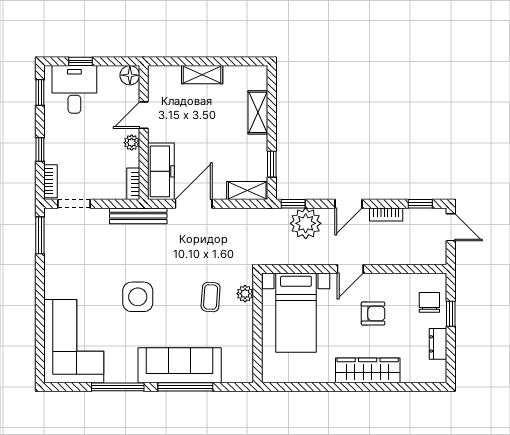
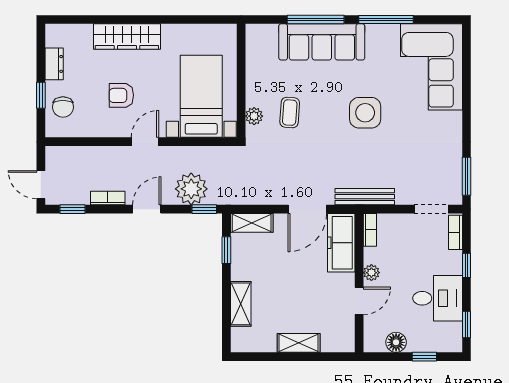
floor lamp: (130, 75) -> (396, 342), moved
desk: (74, 89) -> (438, 298), moved, turned -90

